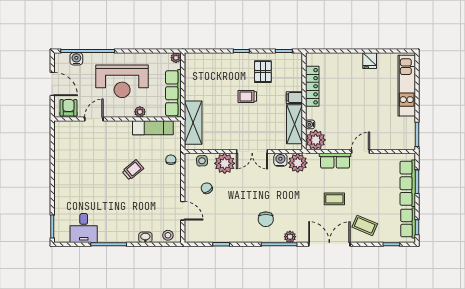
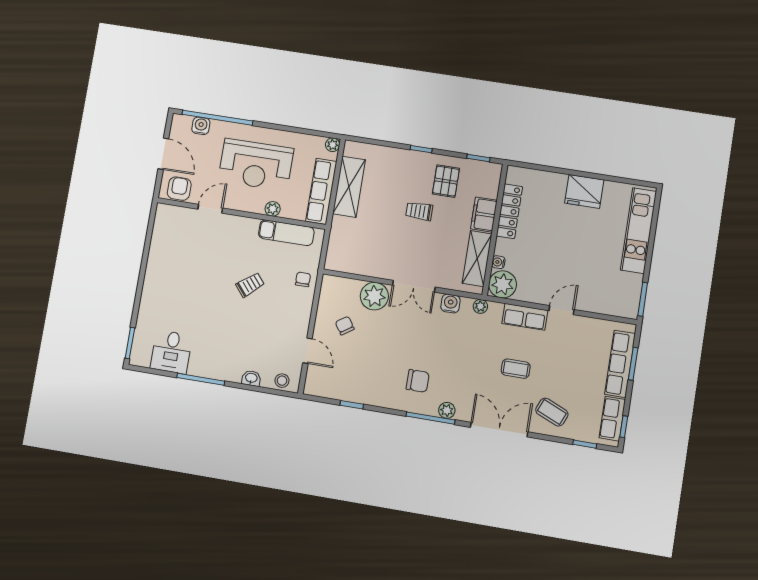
fridge: (370, 61) -> (584, 191), width x1.88, depth x1.34
filing cabinet: (294, 98) -> (484, 215), width x2.00
shelving: (193, 123) -> (349, 187), moved
side table: (202, 161) -> (344, 288), removed
plant: (298, 163) -> (480, 306), width x0.53, depth x0.53
chair: (266, 219) -> (418, 381), turned -90

